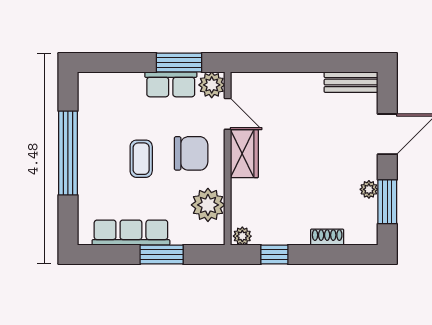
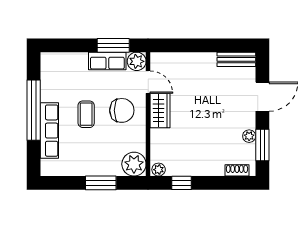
plant: (208, 205) -> (134, 164), moved
row of seats: (131, 233) -> (49, 131), moved, turned 90
shoe rack: (327, 237) -> (237, 170), moved

